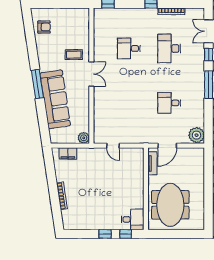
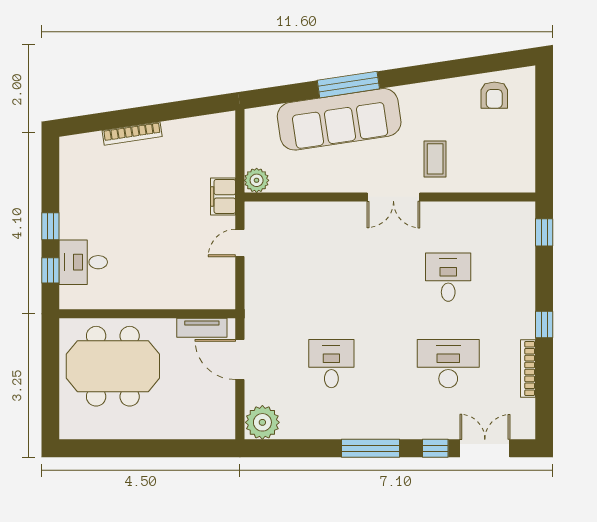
window: (37, 84) -> (348, 85), moved
filing cabinet: (68, 153) -> (223, 196), moved
desk: (133, 219) -> (83, 262), moved, turned 90

